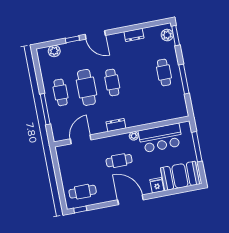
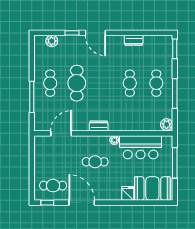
plant: (167, 35) -> (167, 124), moved
cafe table: (112, 82) -> (130, 83), moved
door: (130, 200) -> (82, 203), moved

